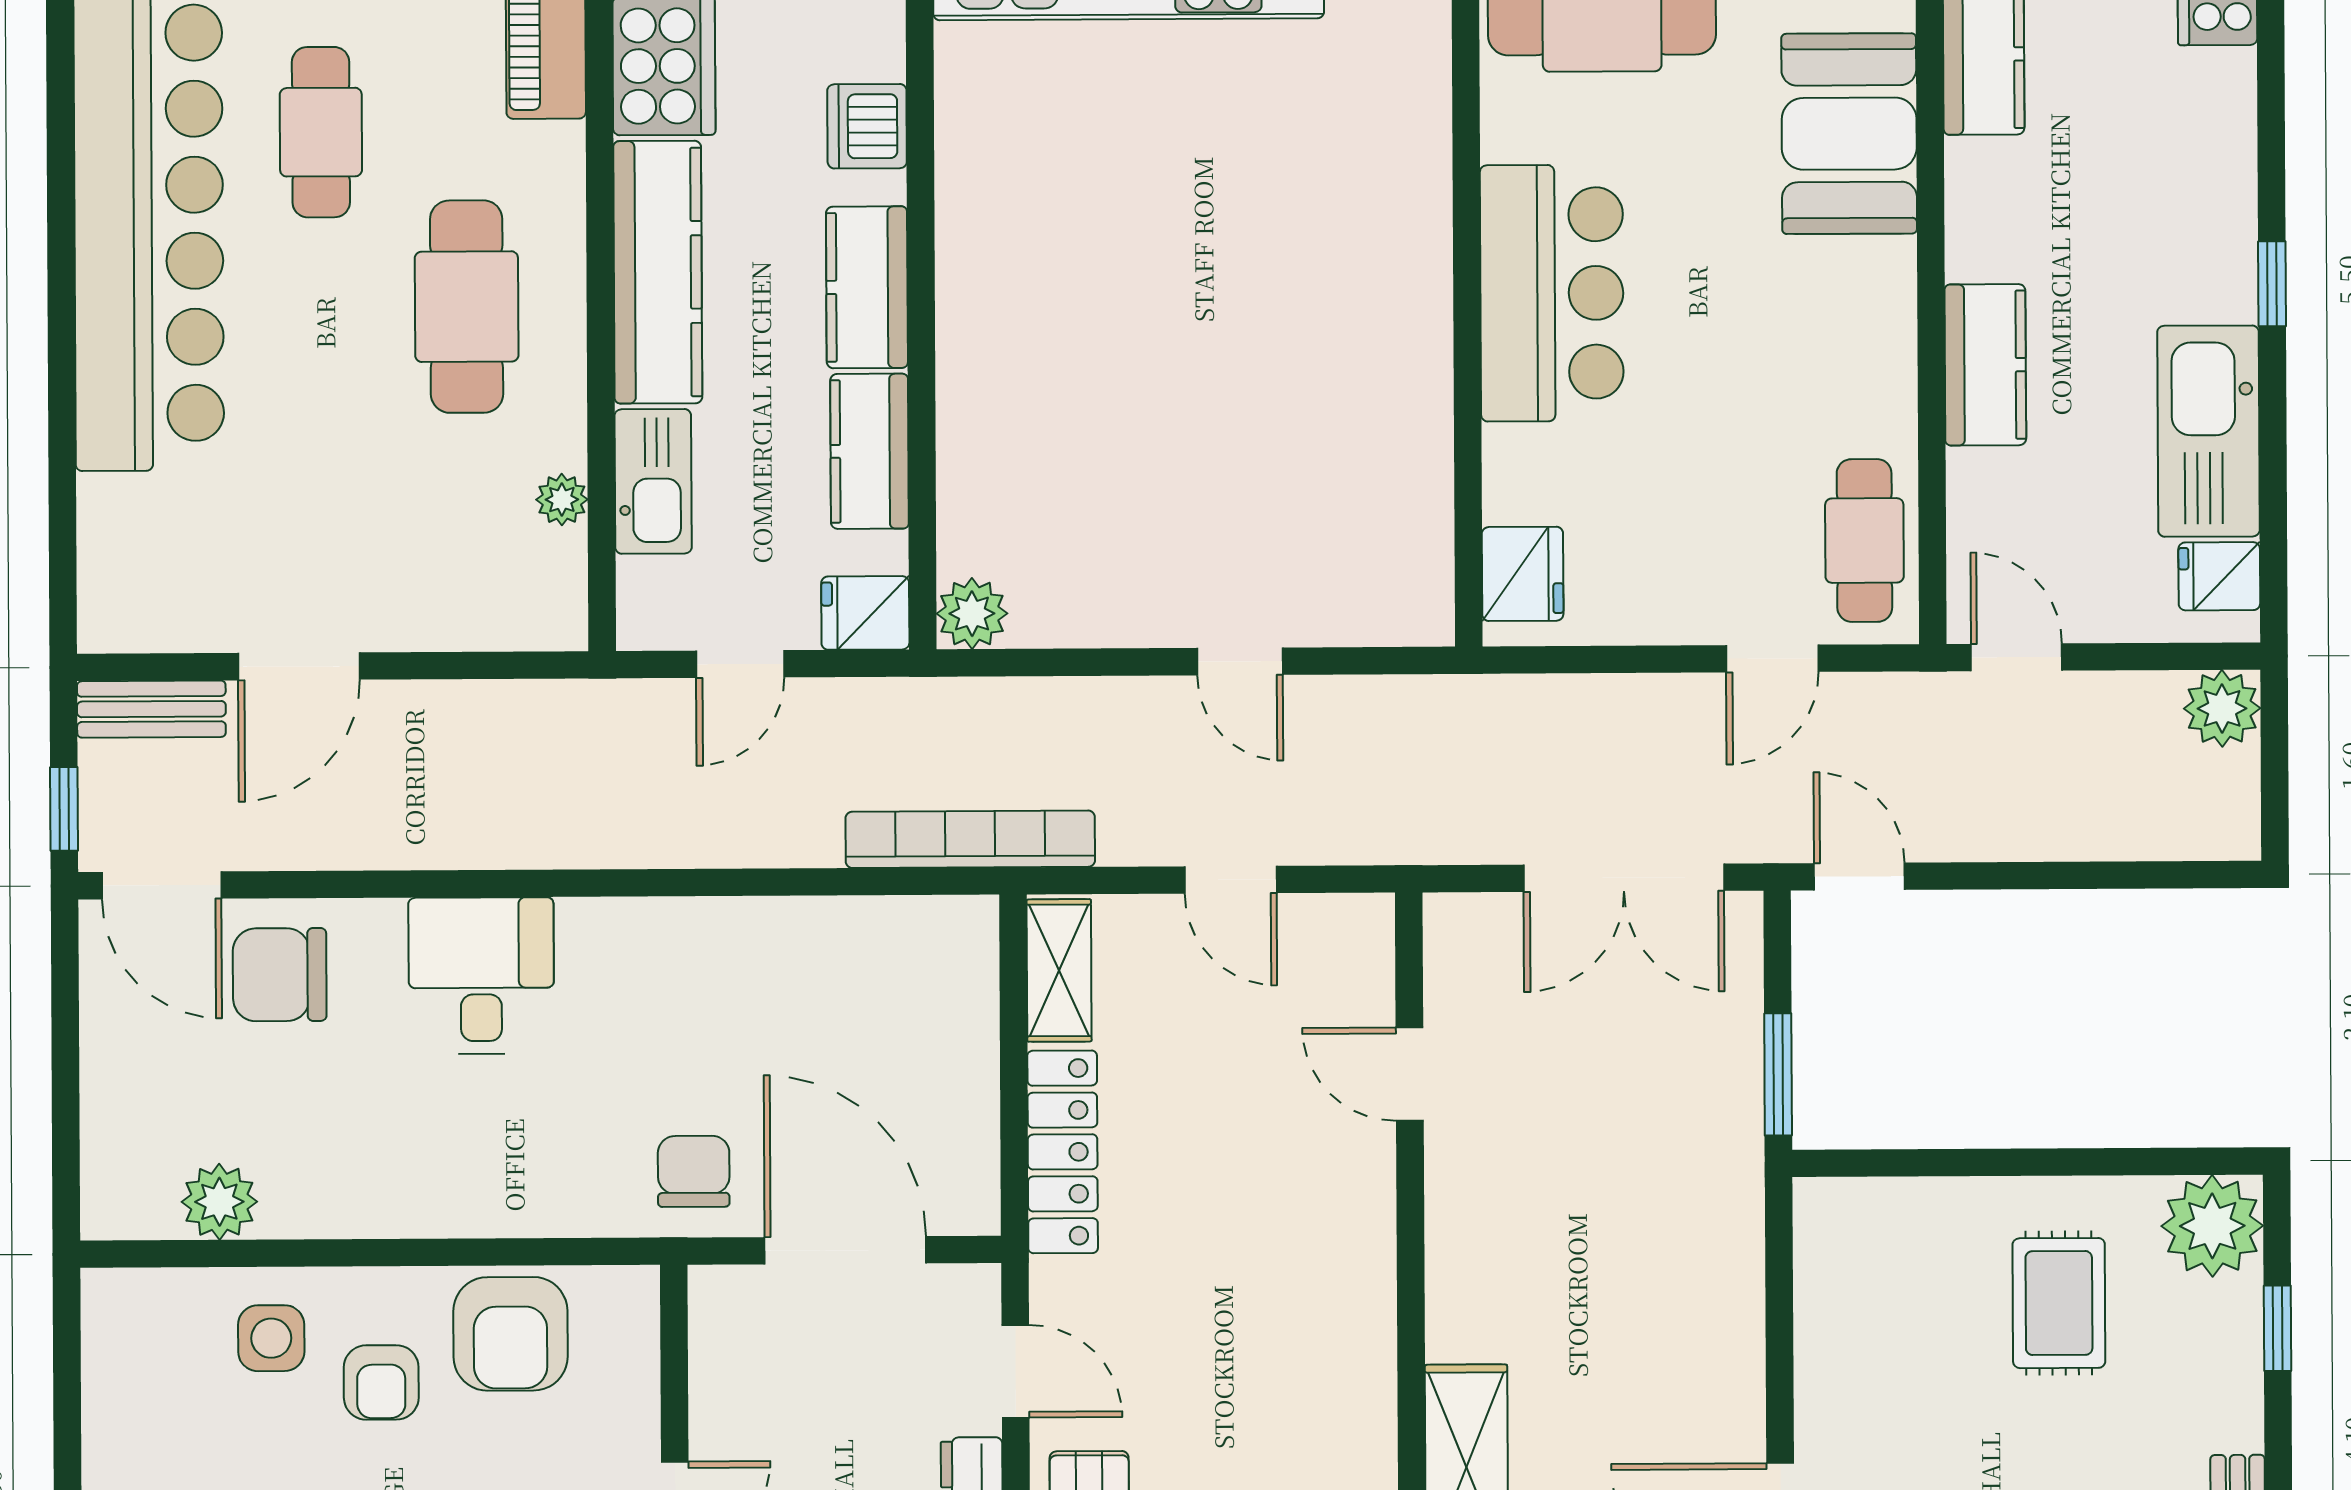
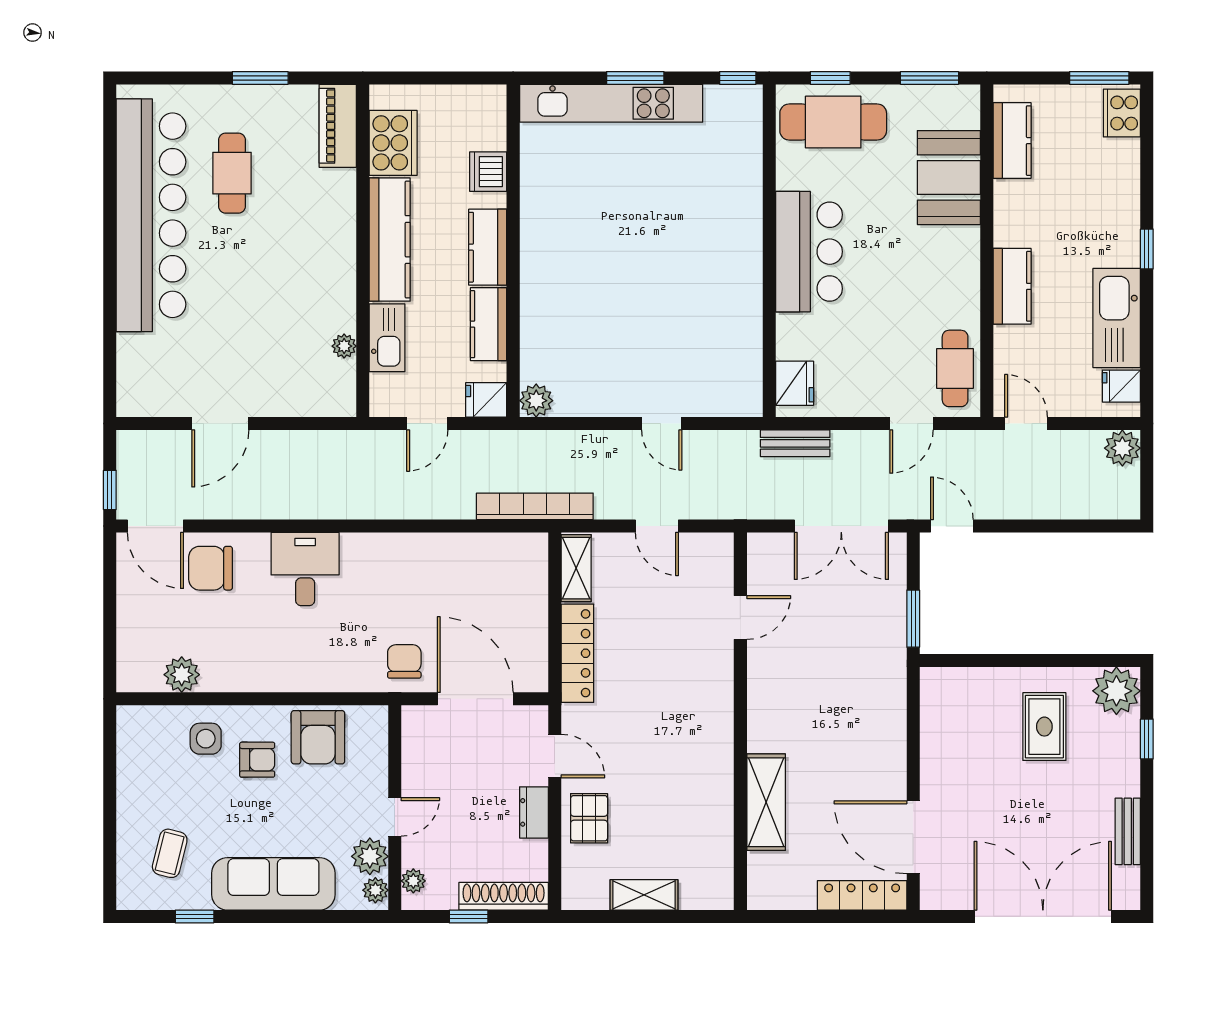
cafe table: (467, 307) -> (300, 255), removed
bench: (151, 709) -> (795, 443), moved
door: (1410, 1074) -> (740, 618), swing flipped
armchair: (381, 1382) -> (257, 760), turned -90

